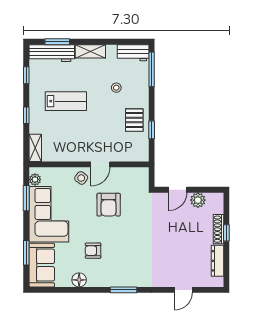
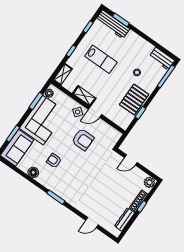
shelving: (90, 51) -> (84, 96), moved
pallet: (134, 120) -> (134, 100), width x1.50, depth x1.42
plant: (198, 200) -> (149, 182), moved
armchair: (109, 205) -> (83, 140), turned -90

